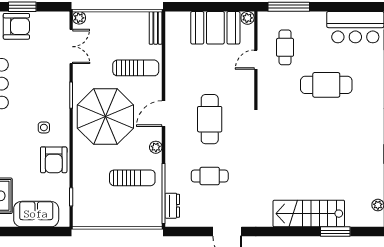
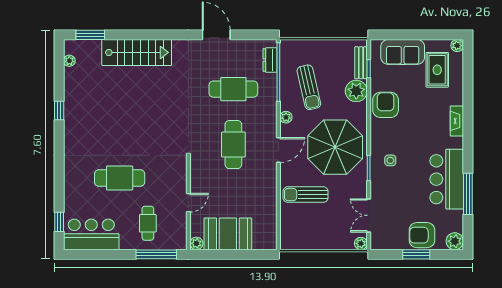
bench: (156, 28) -> (361, 63), moved
cafe table: (285, 47) -> (148, 223), moved
side table: (44, 127) -> (390, 160), moved
plant: (84, 174) -> (356, 91), added
cafe table: (210, 176) -> (233, 89), width x1.37, depth x1.35
sun lounger: (132, 178) -> (309, 87), turned -103
window: (335, 232) -> (90, 35), moved

